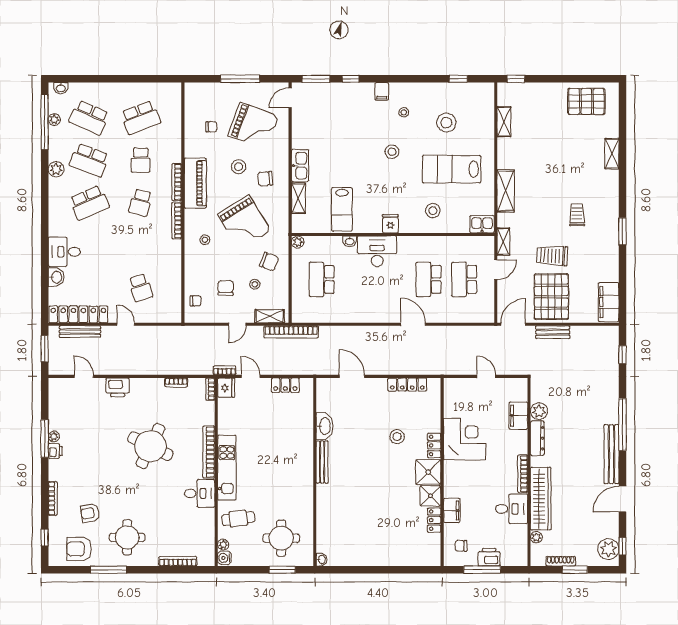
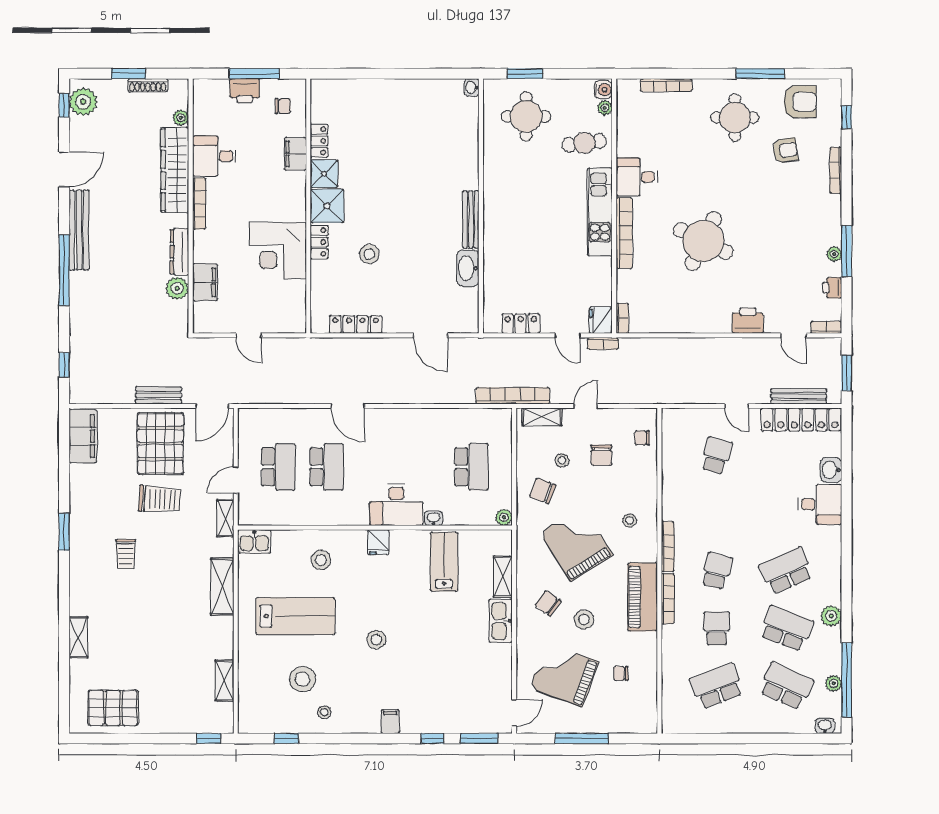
stool: (404, 112) -> (324, 712), moved
chair: (265, 179) -> (548, 603), turned -138
school desk: (141, 288) -> (717, 456), turned 33
bookcase: (176, 382) -> (826, 327), moved
printer: (55, 451) -> (832, 288), moved

